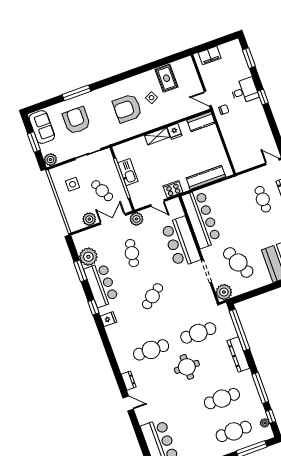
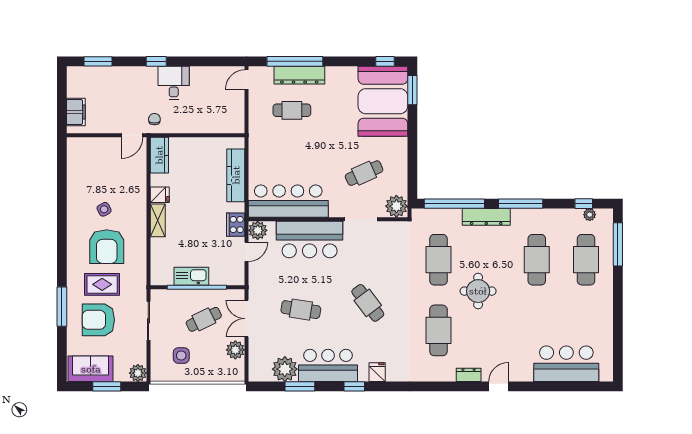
rug: (167, 78) -> (102, 284), moved
desk: (244, 91) -> (174, 83), moved
plant: (136, 219) -> (258, 230), moved
cafe table: (238, 262) -> (364, 173), width x0.73, depth x0.74
window: (260, 388) -> (521, 204), moved

